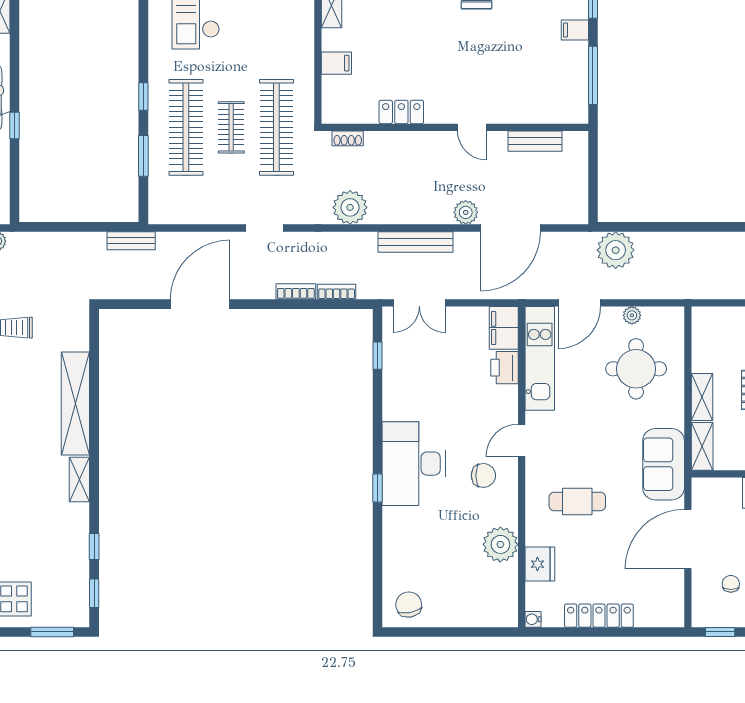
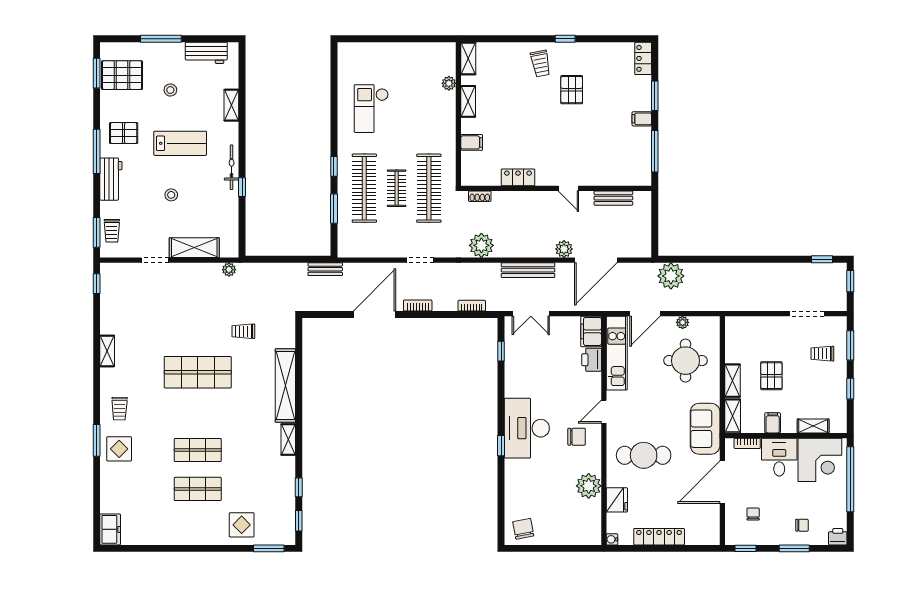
bookcase: (296, 292) -> (418, 305), moved
bookcase: (723, 485) -> (747, 443), added
cafe table: (577, 502) -> (644, 455), width x1.37, depth x1.35

